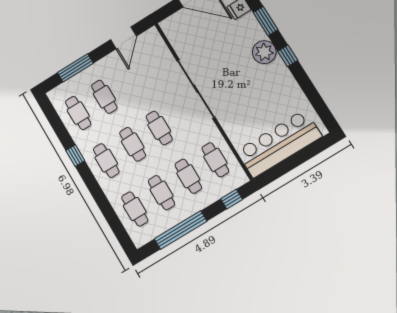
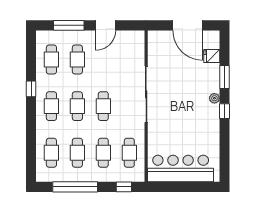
door: (123, 38) -> (105, 25), moved
plant: (264, 52) -> (214, 98), width x0.53, depth x0.53

